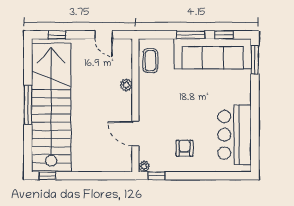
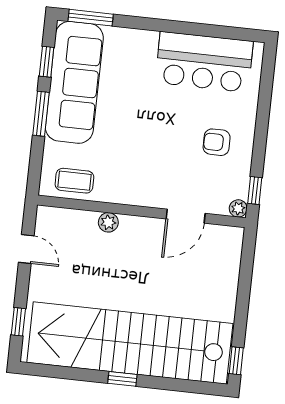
door: (104, 35) -> (26, 249), hinge flipped
window: (28, 105) -> (122, 379), width x0.46

